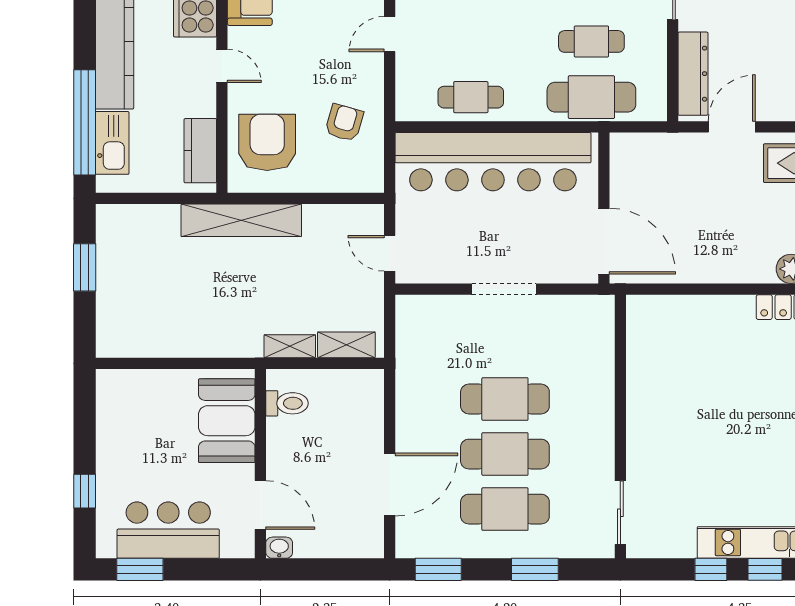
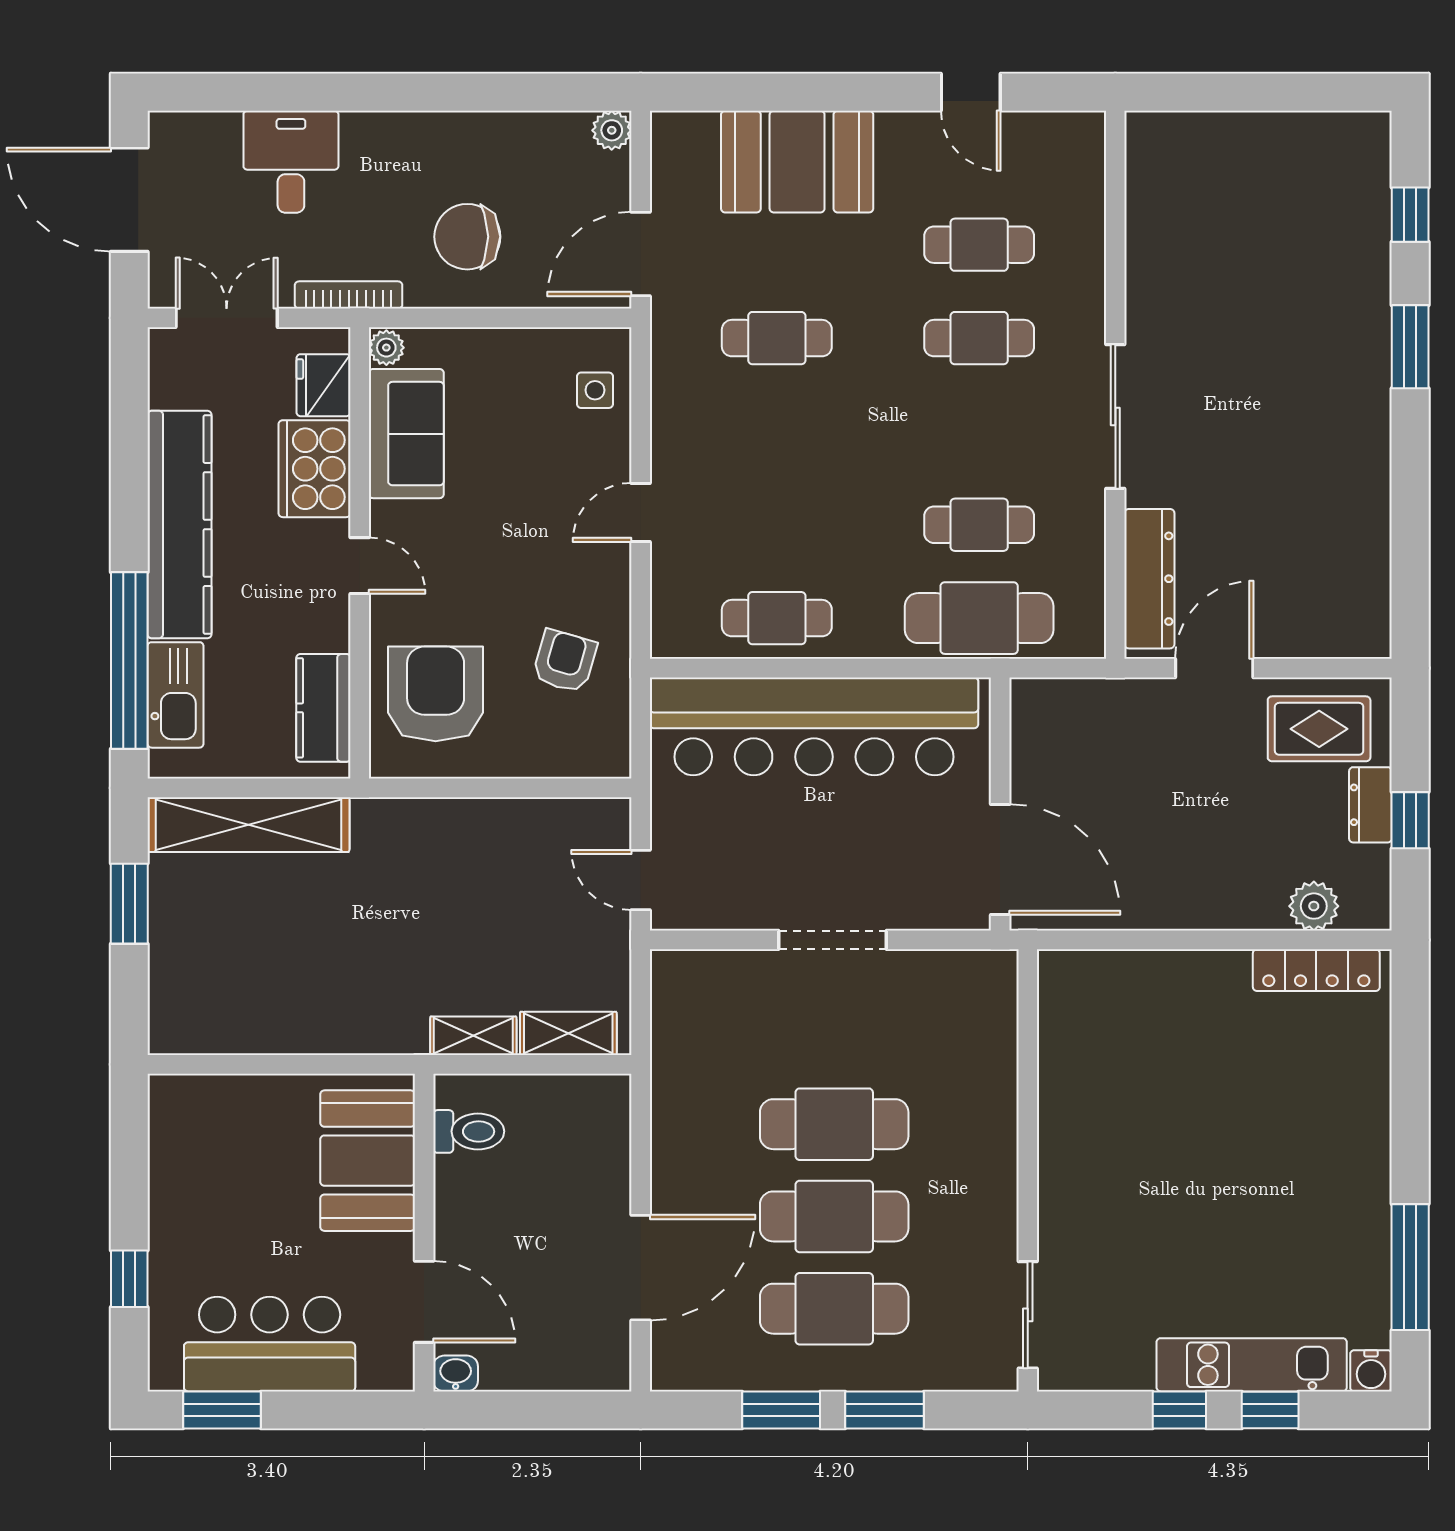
shelving: (241, 220) -> (248, 825), moved
window: (438, 569) -> (781, 1410), moved

